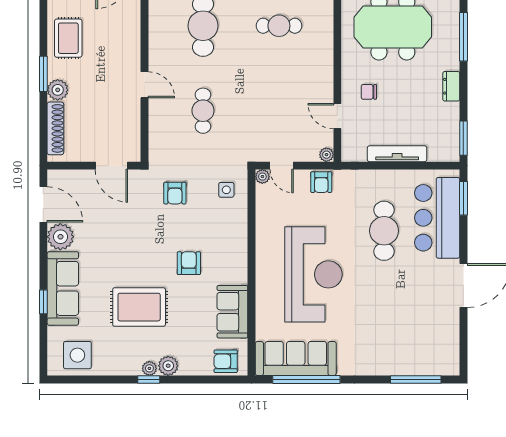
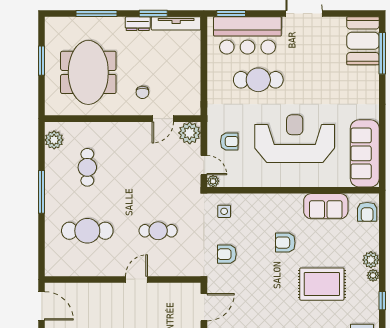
window: (463, 138) -> (153, 14), moved
tv unit: (397, 154) -> (176, 23), moved, turned -90
plant: (326, 155) -> (190, 133), width x1.88, depth x1.88
door: (282, 166) -> (204, 165), hinge flipped
armchair: (321, 182) -> (229, 142), moved
armchair: (175, 193) -> (227, 254), turned 180
rug: (139, 307) -> (322, 284), turned 90
booth: (431, 356) -> (363, 41), added
window: (149, 379) -> (382, 301), moved
window: (306, 379) -> (382, 145), removed

